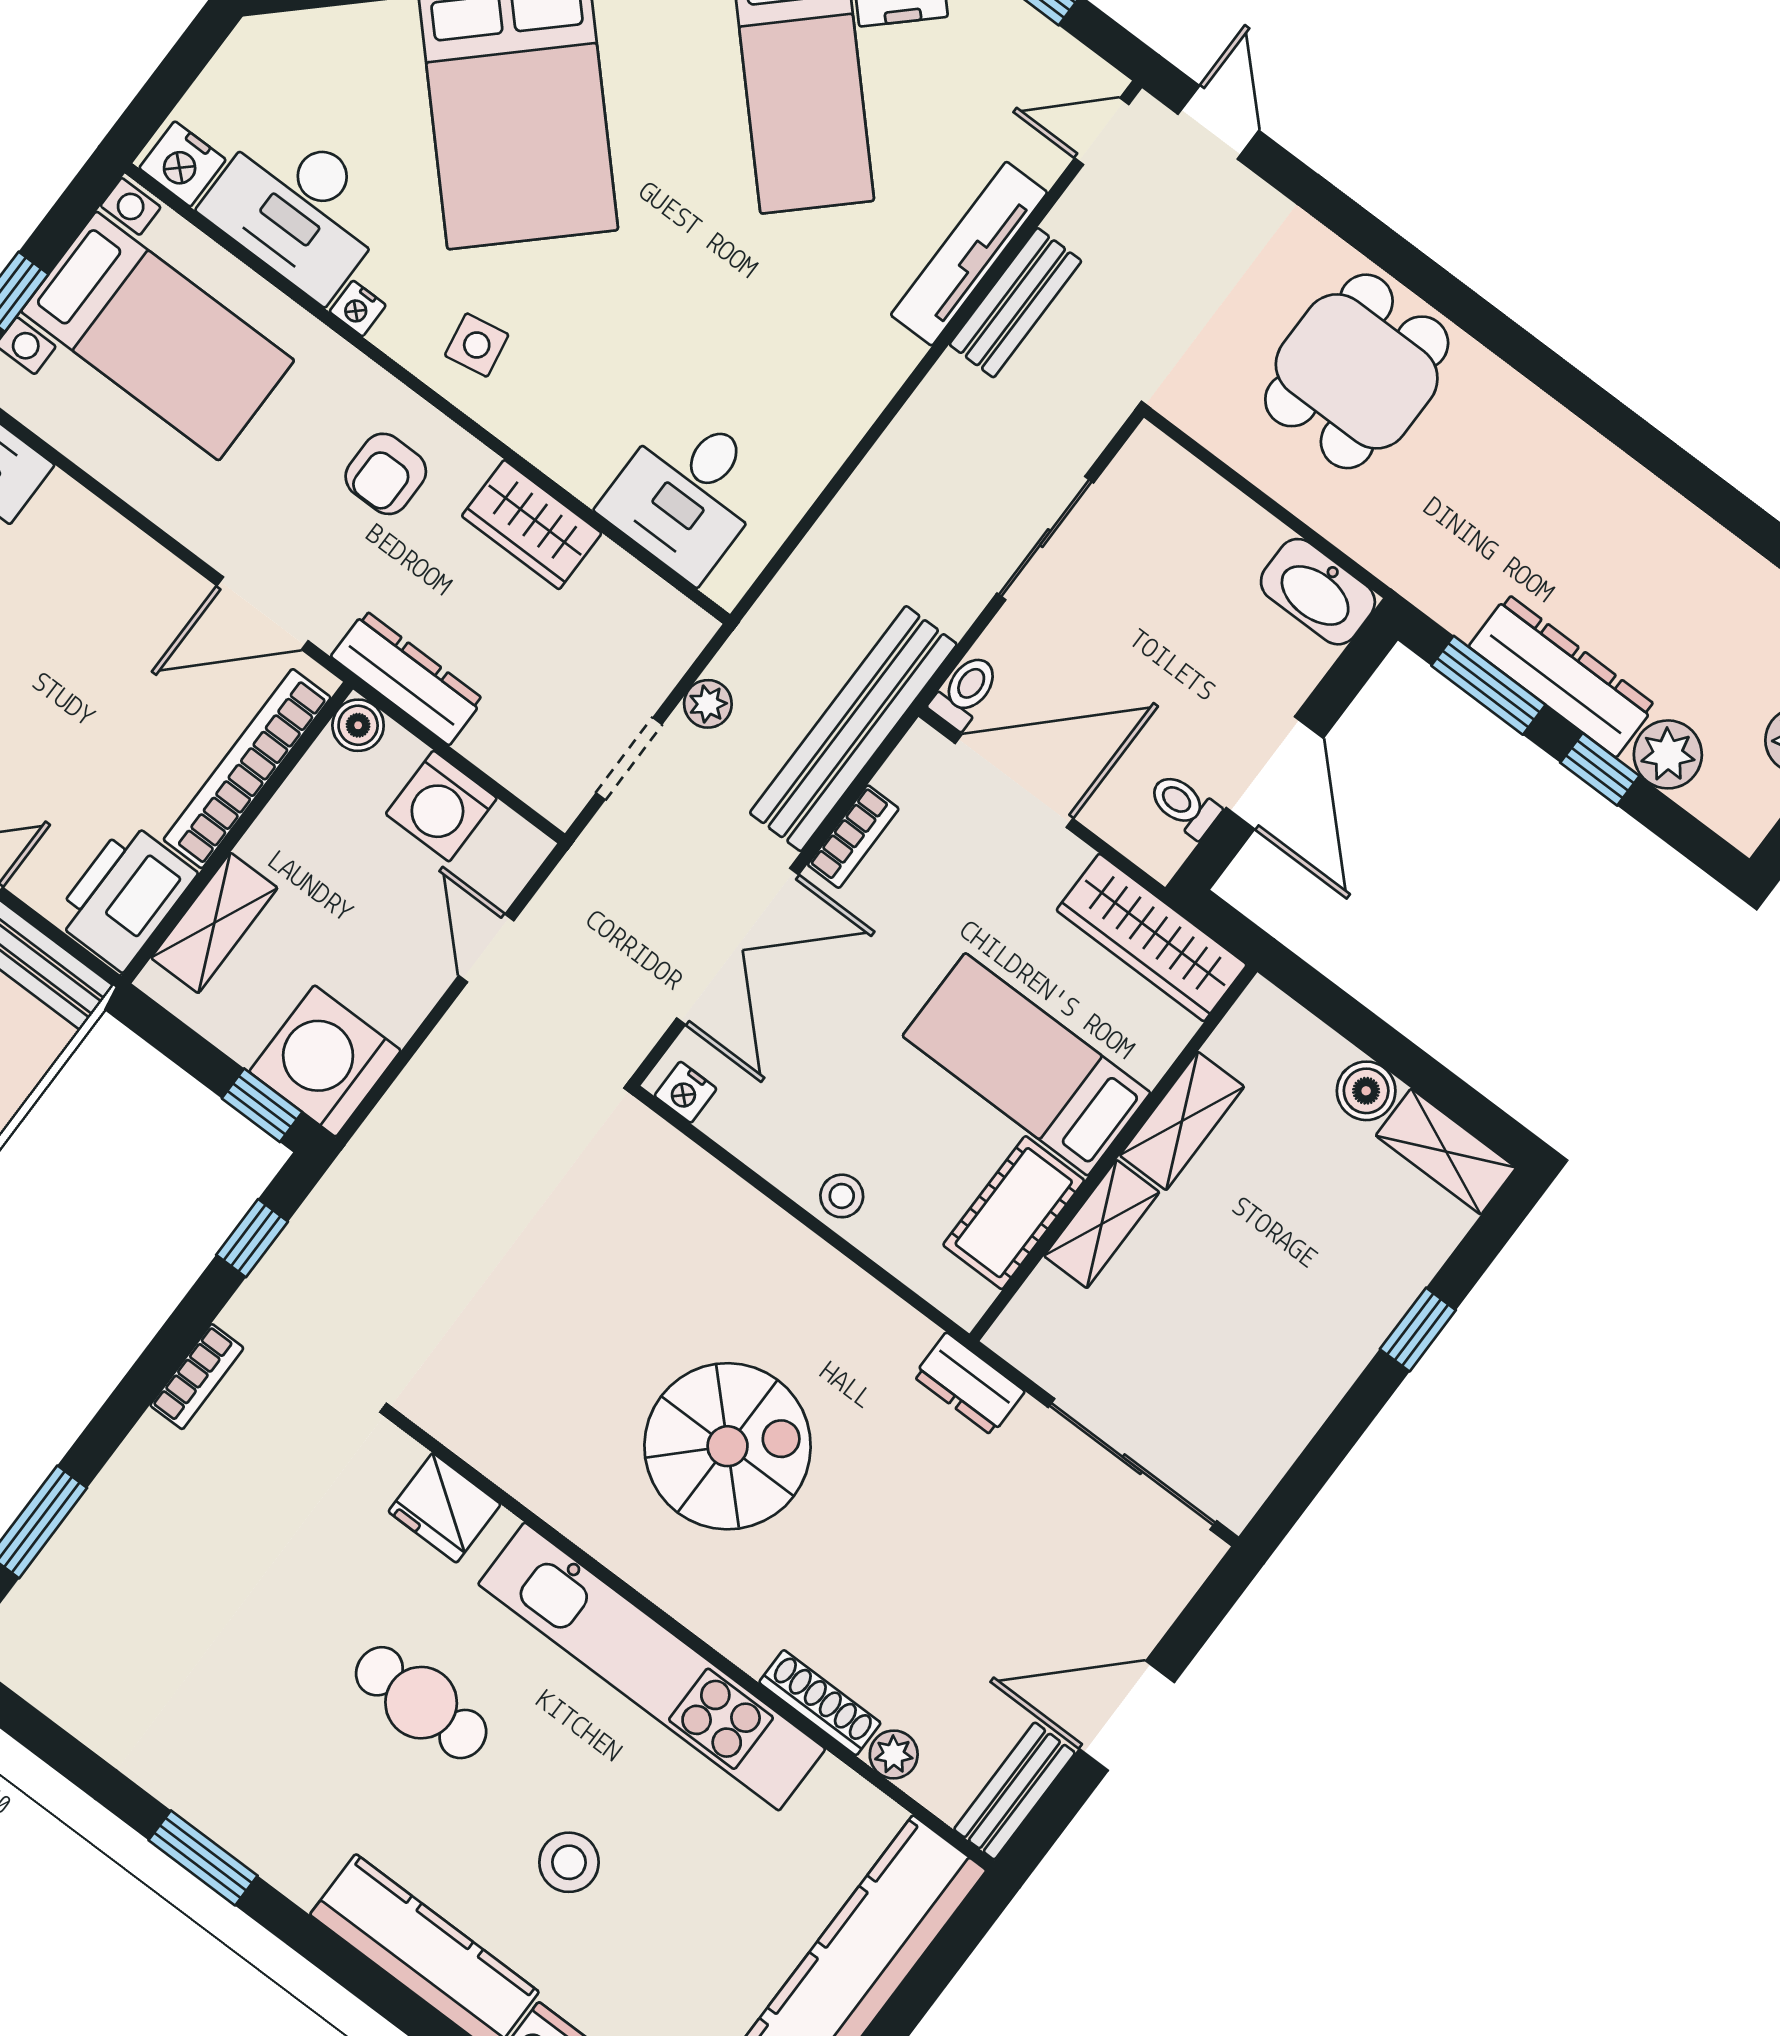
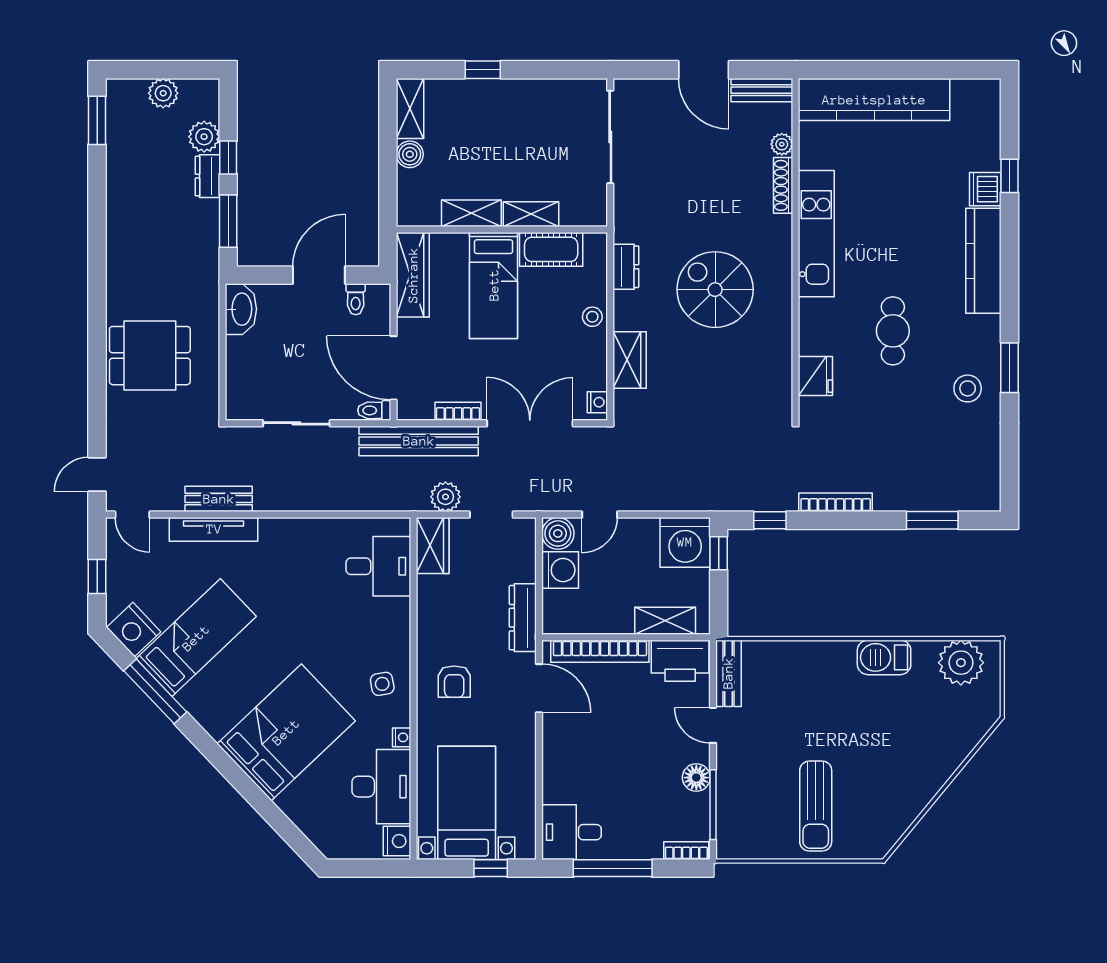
armchair: (386, 474) -> (454, 682), turned 90
wardrobe: (532, 525) -> (433, 545), moved
dresser: (1562, 676) -> (207, 176), width x0.51, depth x0.80
plant: (708, 704) -> (445, 497), width x1.38, depth x1.38
boiler: (358, 725) -> (558, 533), moved, width x1.36, depth x1.36
wardrobe: (717, 1204) -> (630, 360), added
bookcase: (197, 1377) -> (836, 502), width x1.56
dresser: (969, 1384) -> (626, 267), moved
kitchen unit: (652, 1667) -> (816, 234), width x0.73
stool: (569, 1862) -> (968, 388), moved

